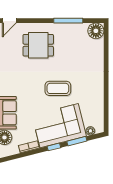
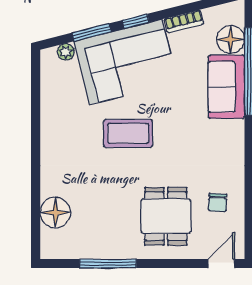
floor lamp: (96, 31) -> (55, 213), moved
dining table: (38, 45) -> (166, 216), turned 90
chair: (11, 52) -> (218, 203), added

